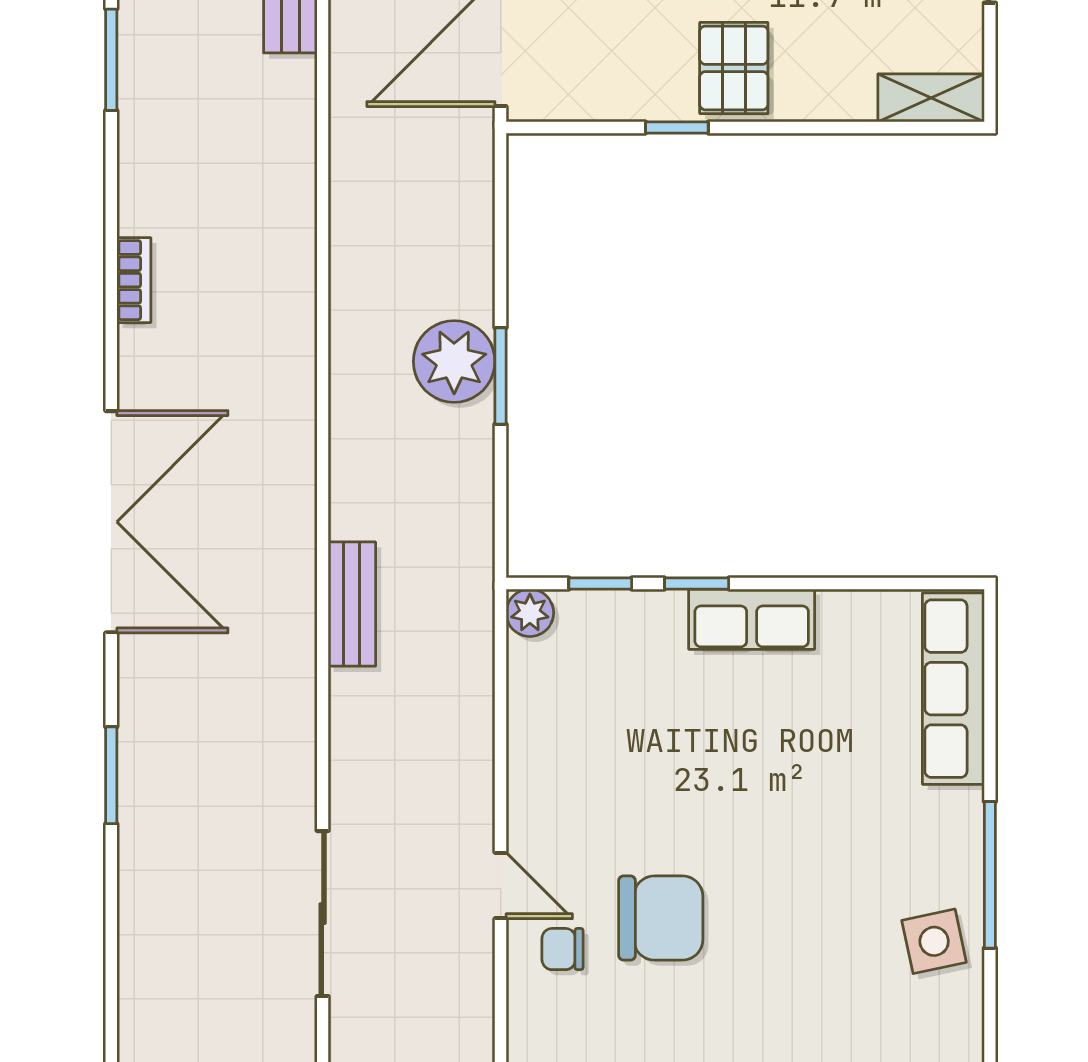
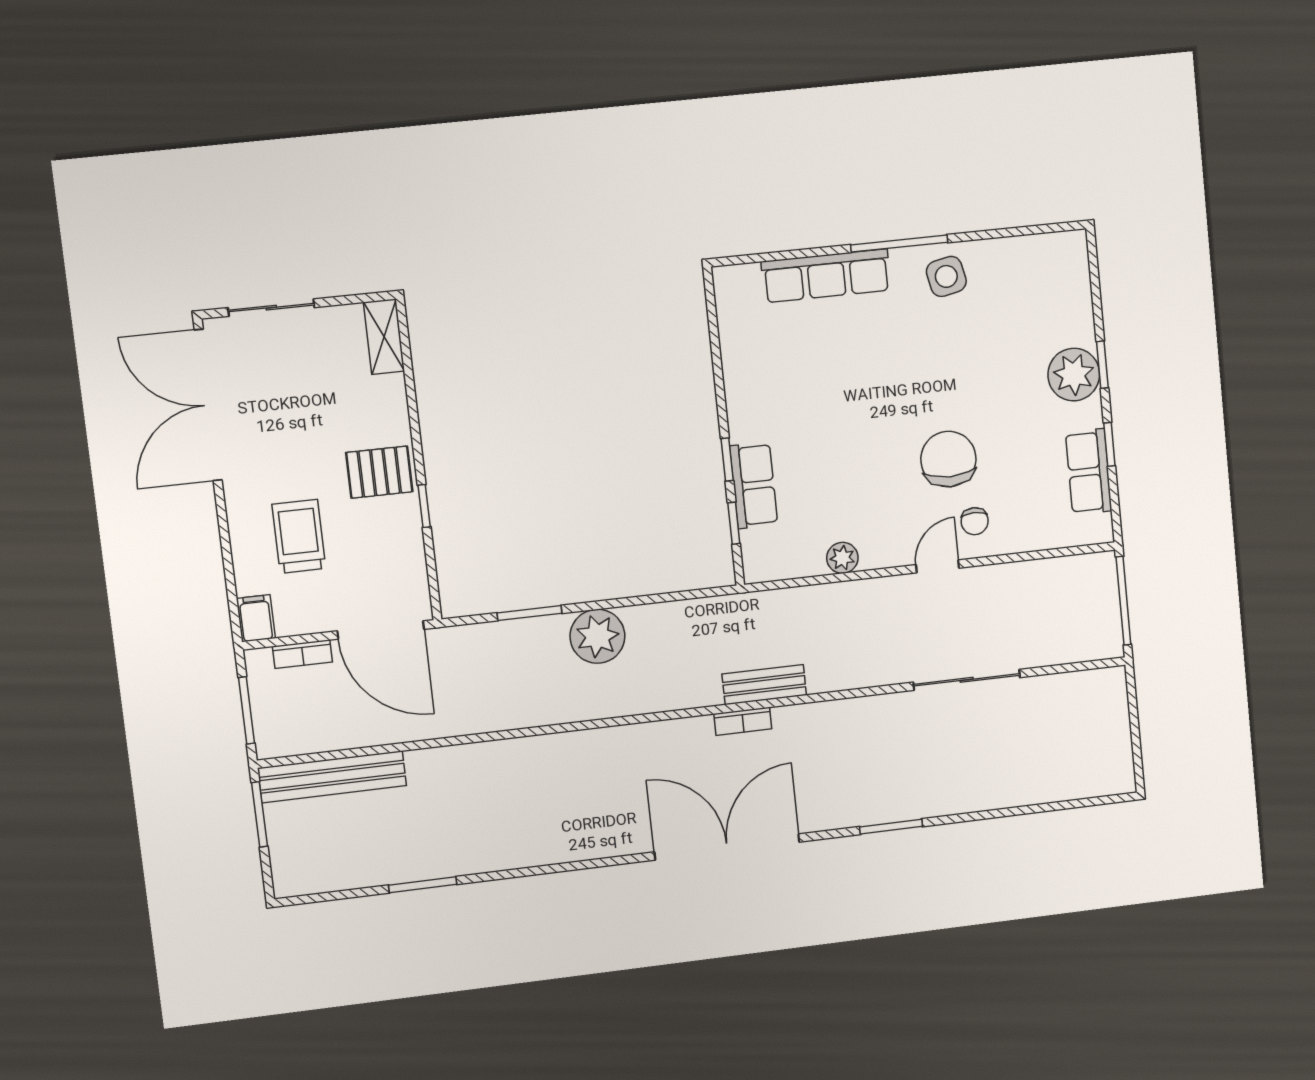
bookcase: (134, 280) -> (743, 721), moved, turned 180
window: (501, 376) -> (529, 613), moved
plant: (530, 613) -> (842, 558), moved
row of seats: (752, 619) -> (754, 485), moved
row of seats: (953, 689) -> (826, 276), moved

